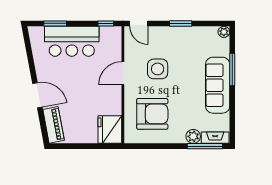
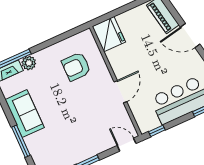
side table: (158, 69) -> (90, 110), removed
sofa: (218, 85) -> (25, 114), width x0.73
armchair: (152, 114) -> (76, 67), width x0.73, depth x0.73

